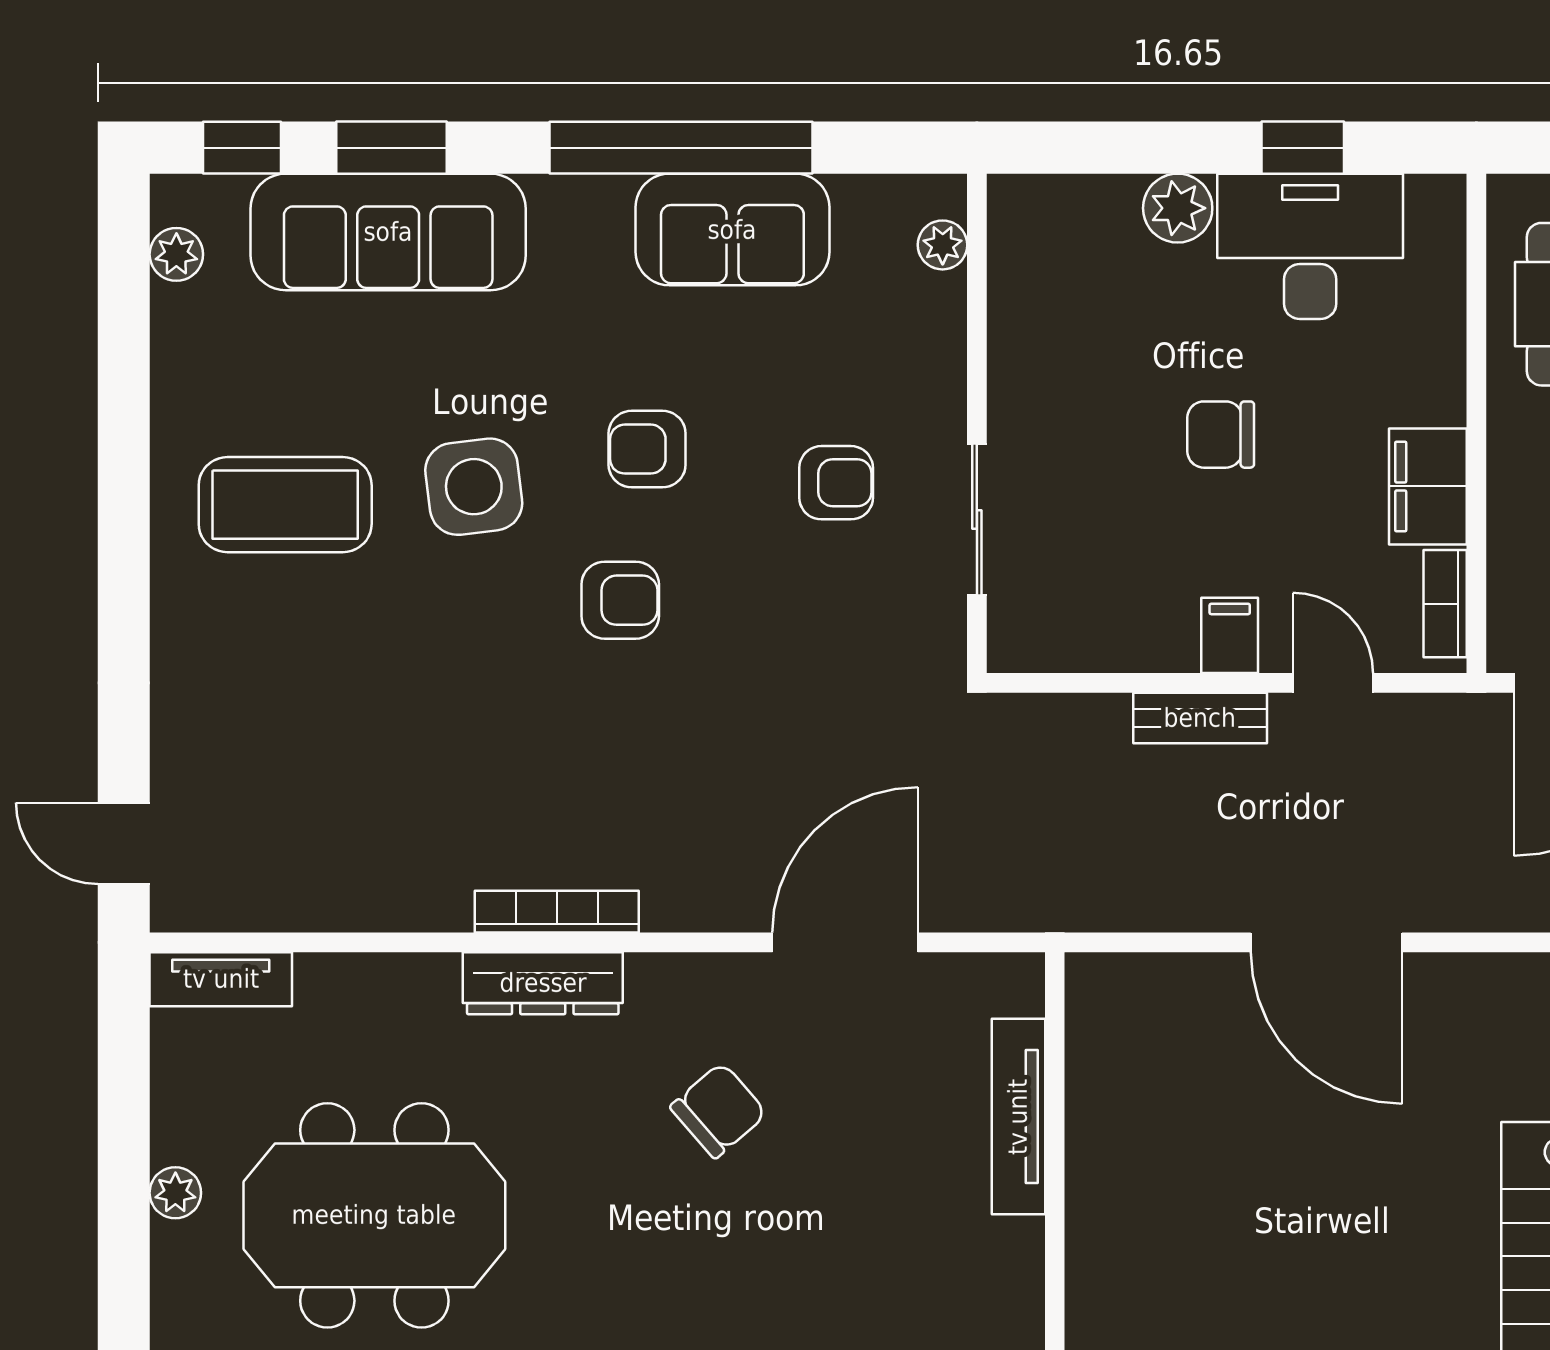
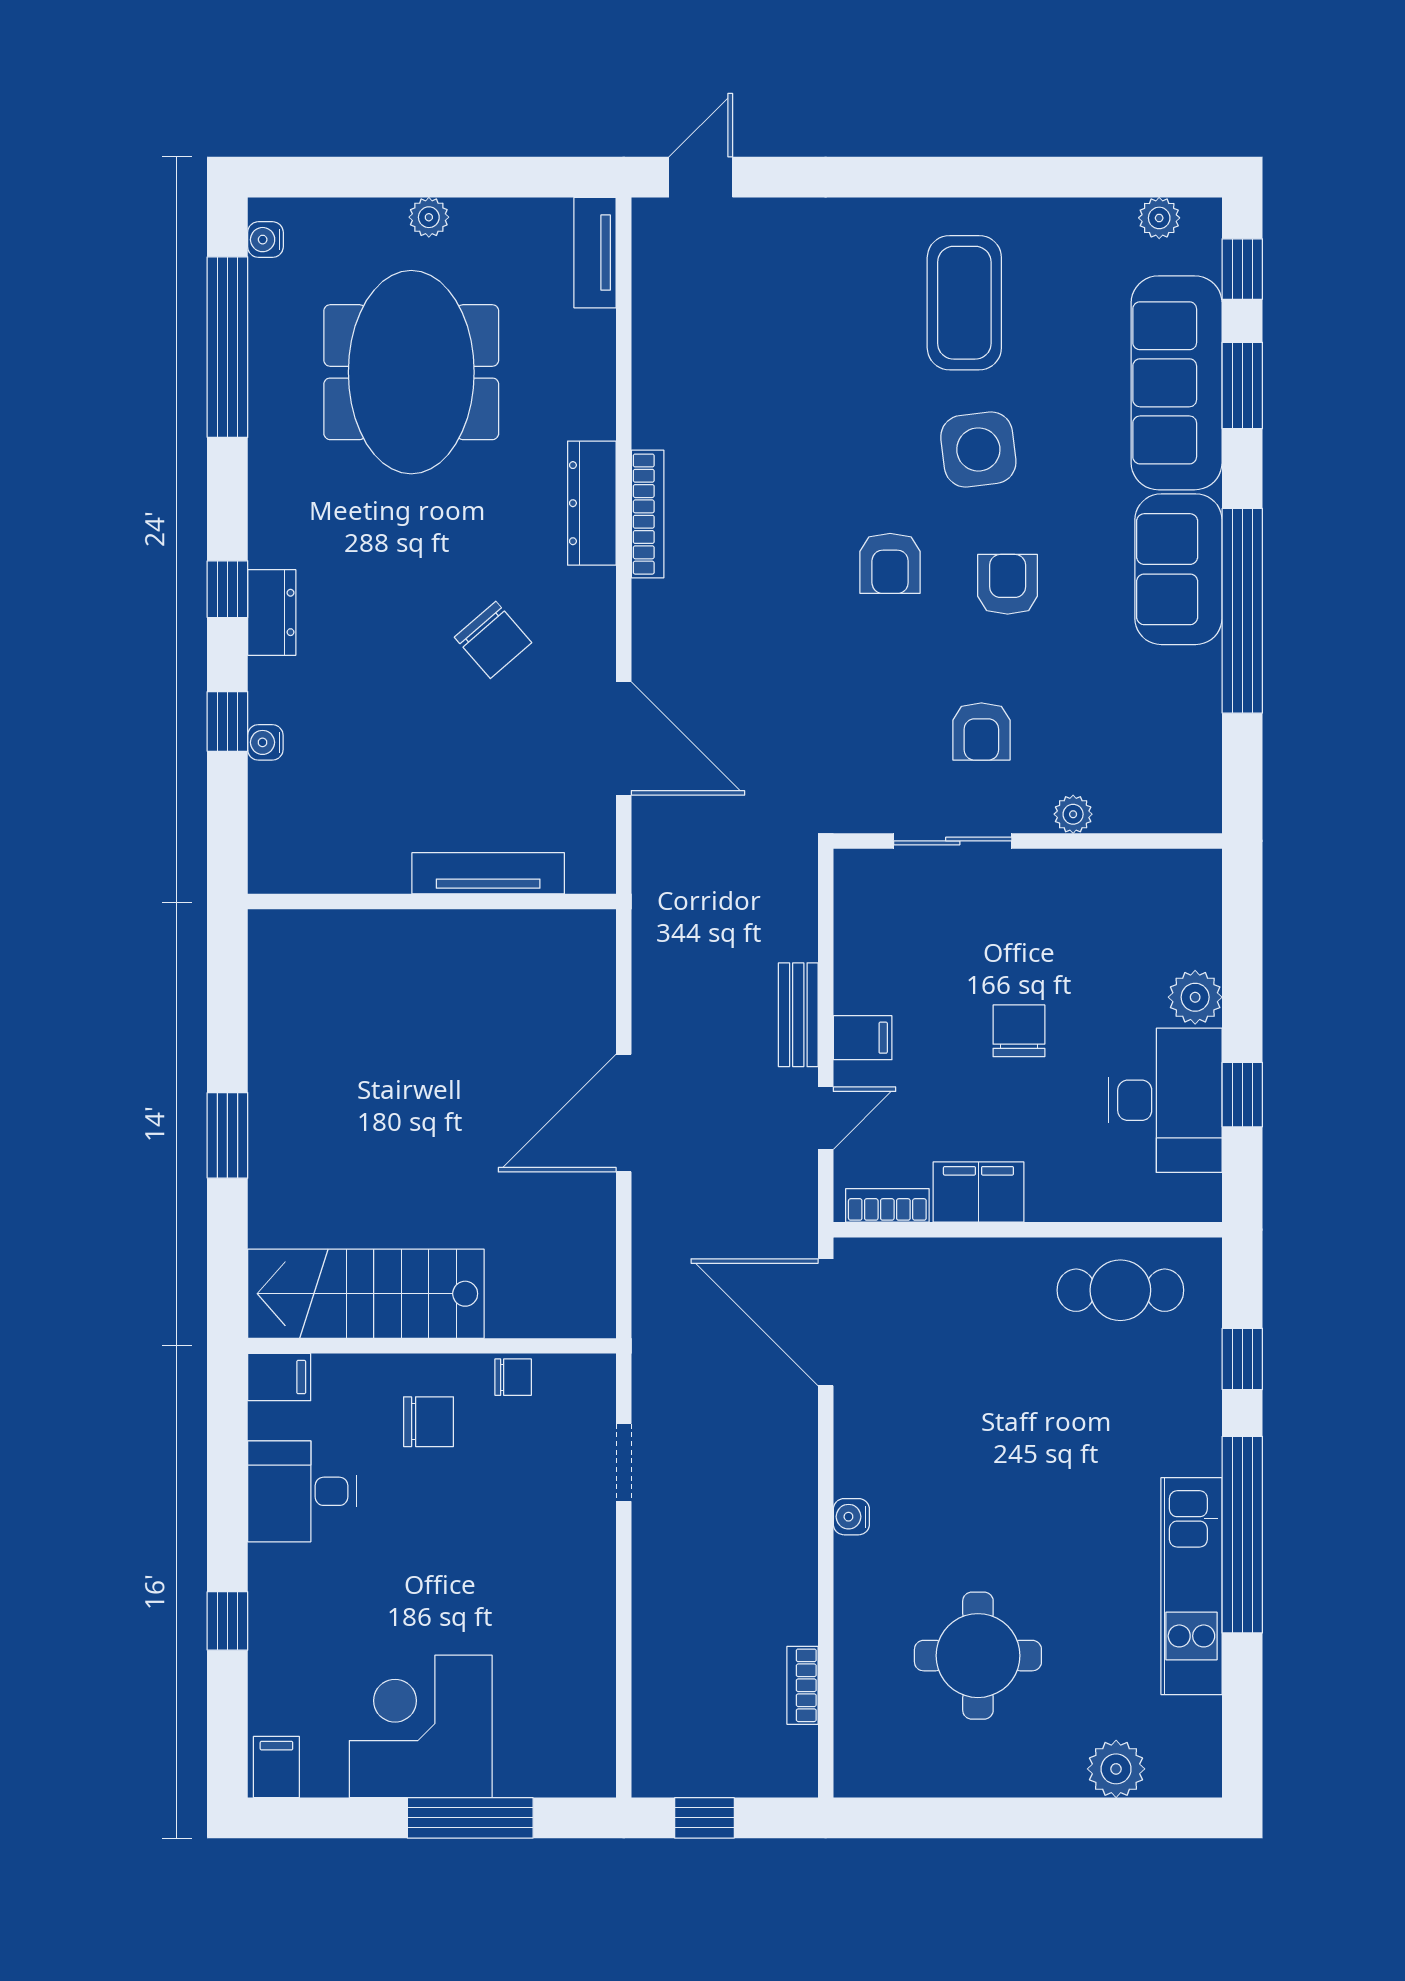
sofa: (732, 230) -> (1178, 569), moved
plant: (943, 245) -> (1073, 814), moved

